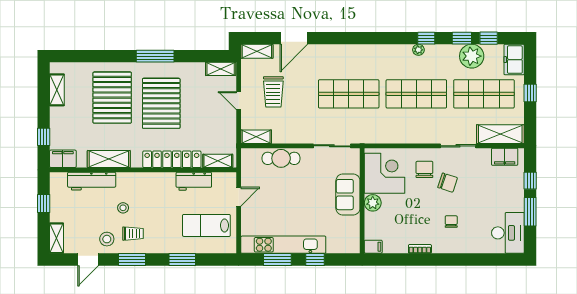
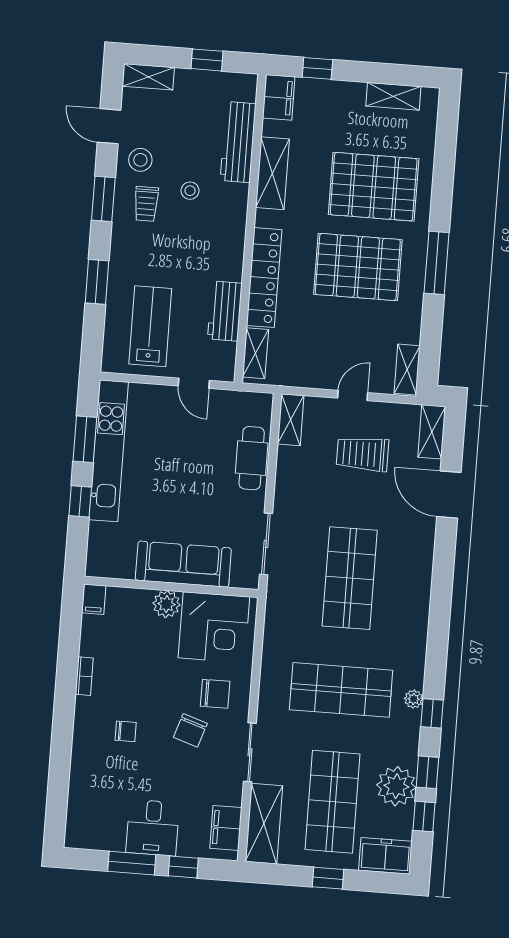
shop shelf: (416, 94) -> (341, 690), turned 90
sofa: (348, 195) -> (183, 564), width x1.36
desk: (508, 233) -> (153, 828), moved, width x0.73

